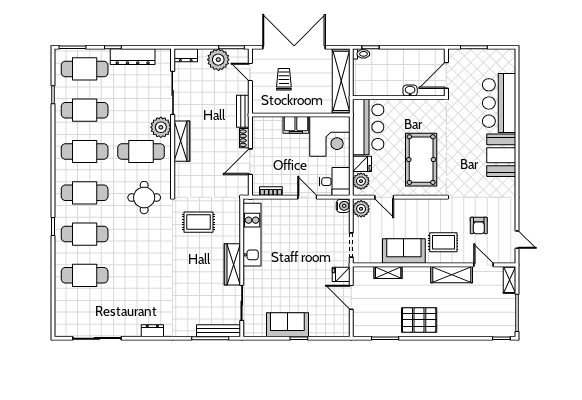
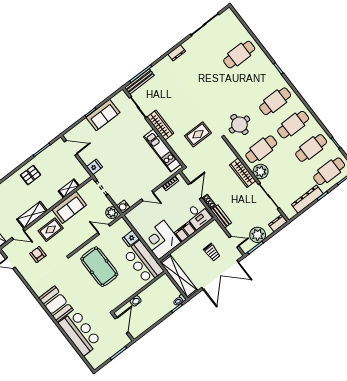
plant: (361, 181) -> (124, 228), removed
desk: (335, 182) -> (198, 216), moved, turned -90
cafe table: (85, 234) -> (257, 78), removed
door: (351, 297) -> (71, 148), moved
pallet: (419, 320) -> (31, 175), width x0.67, depth x0.71

